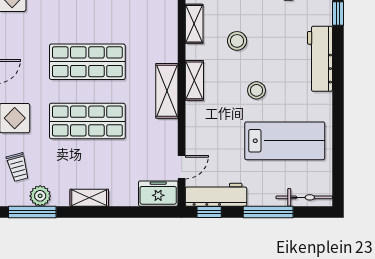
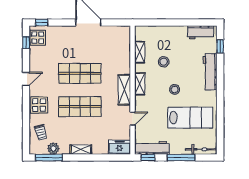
door: (182, 167) -> (133, 119), moved

